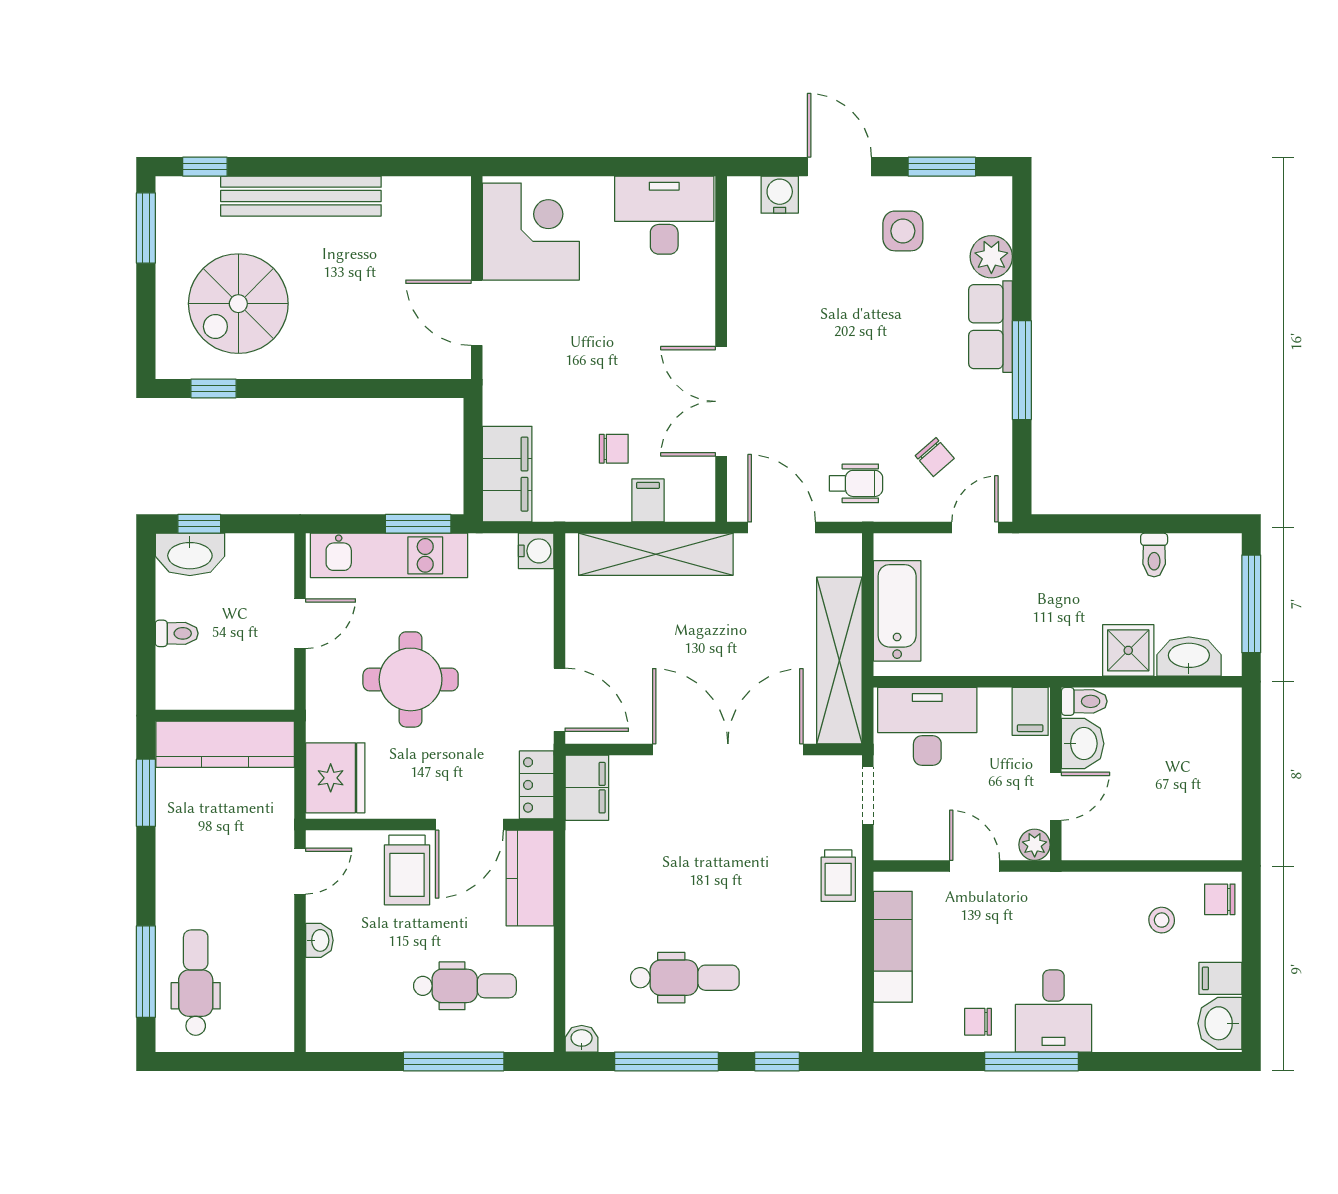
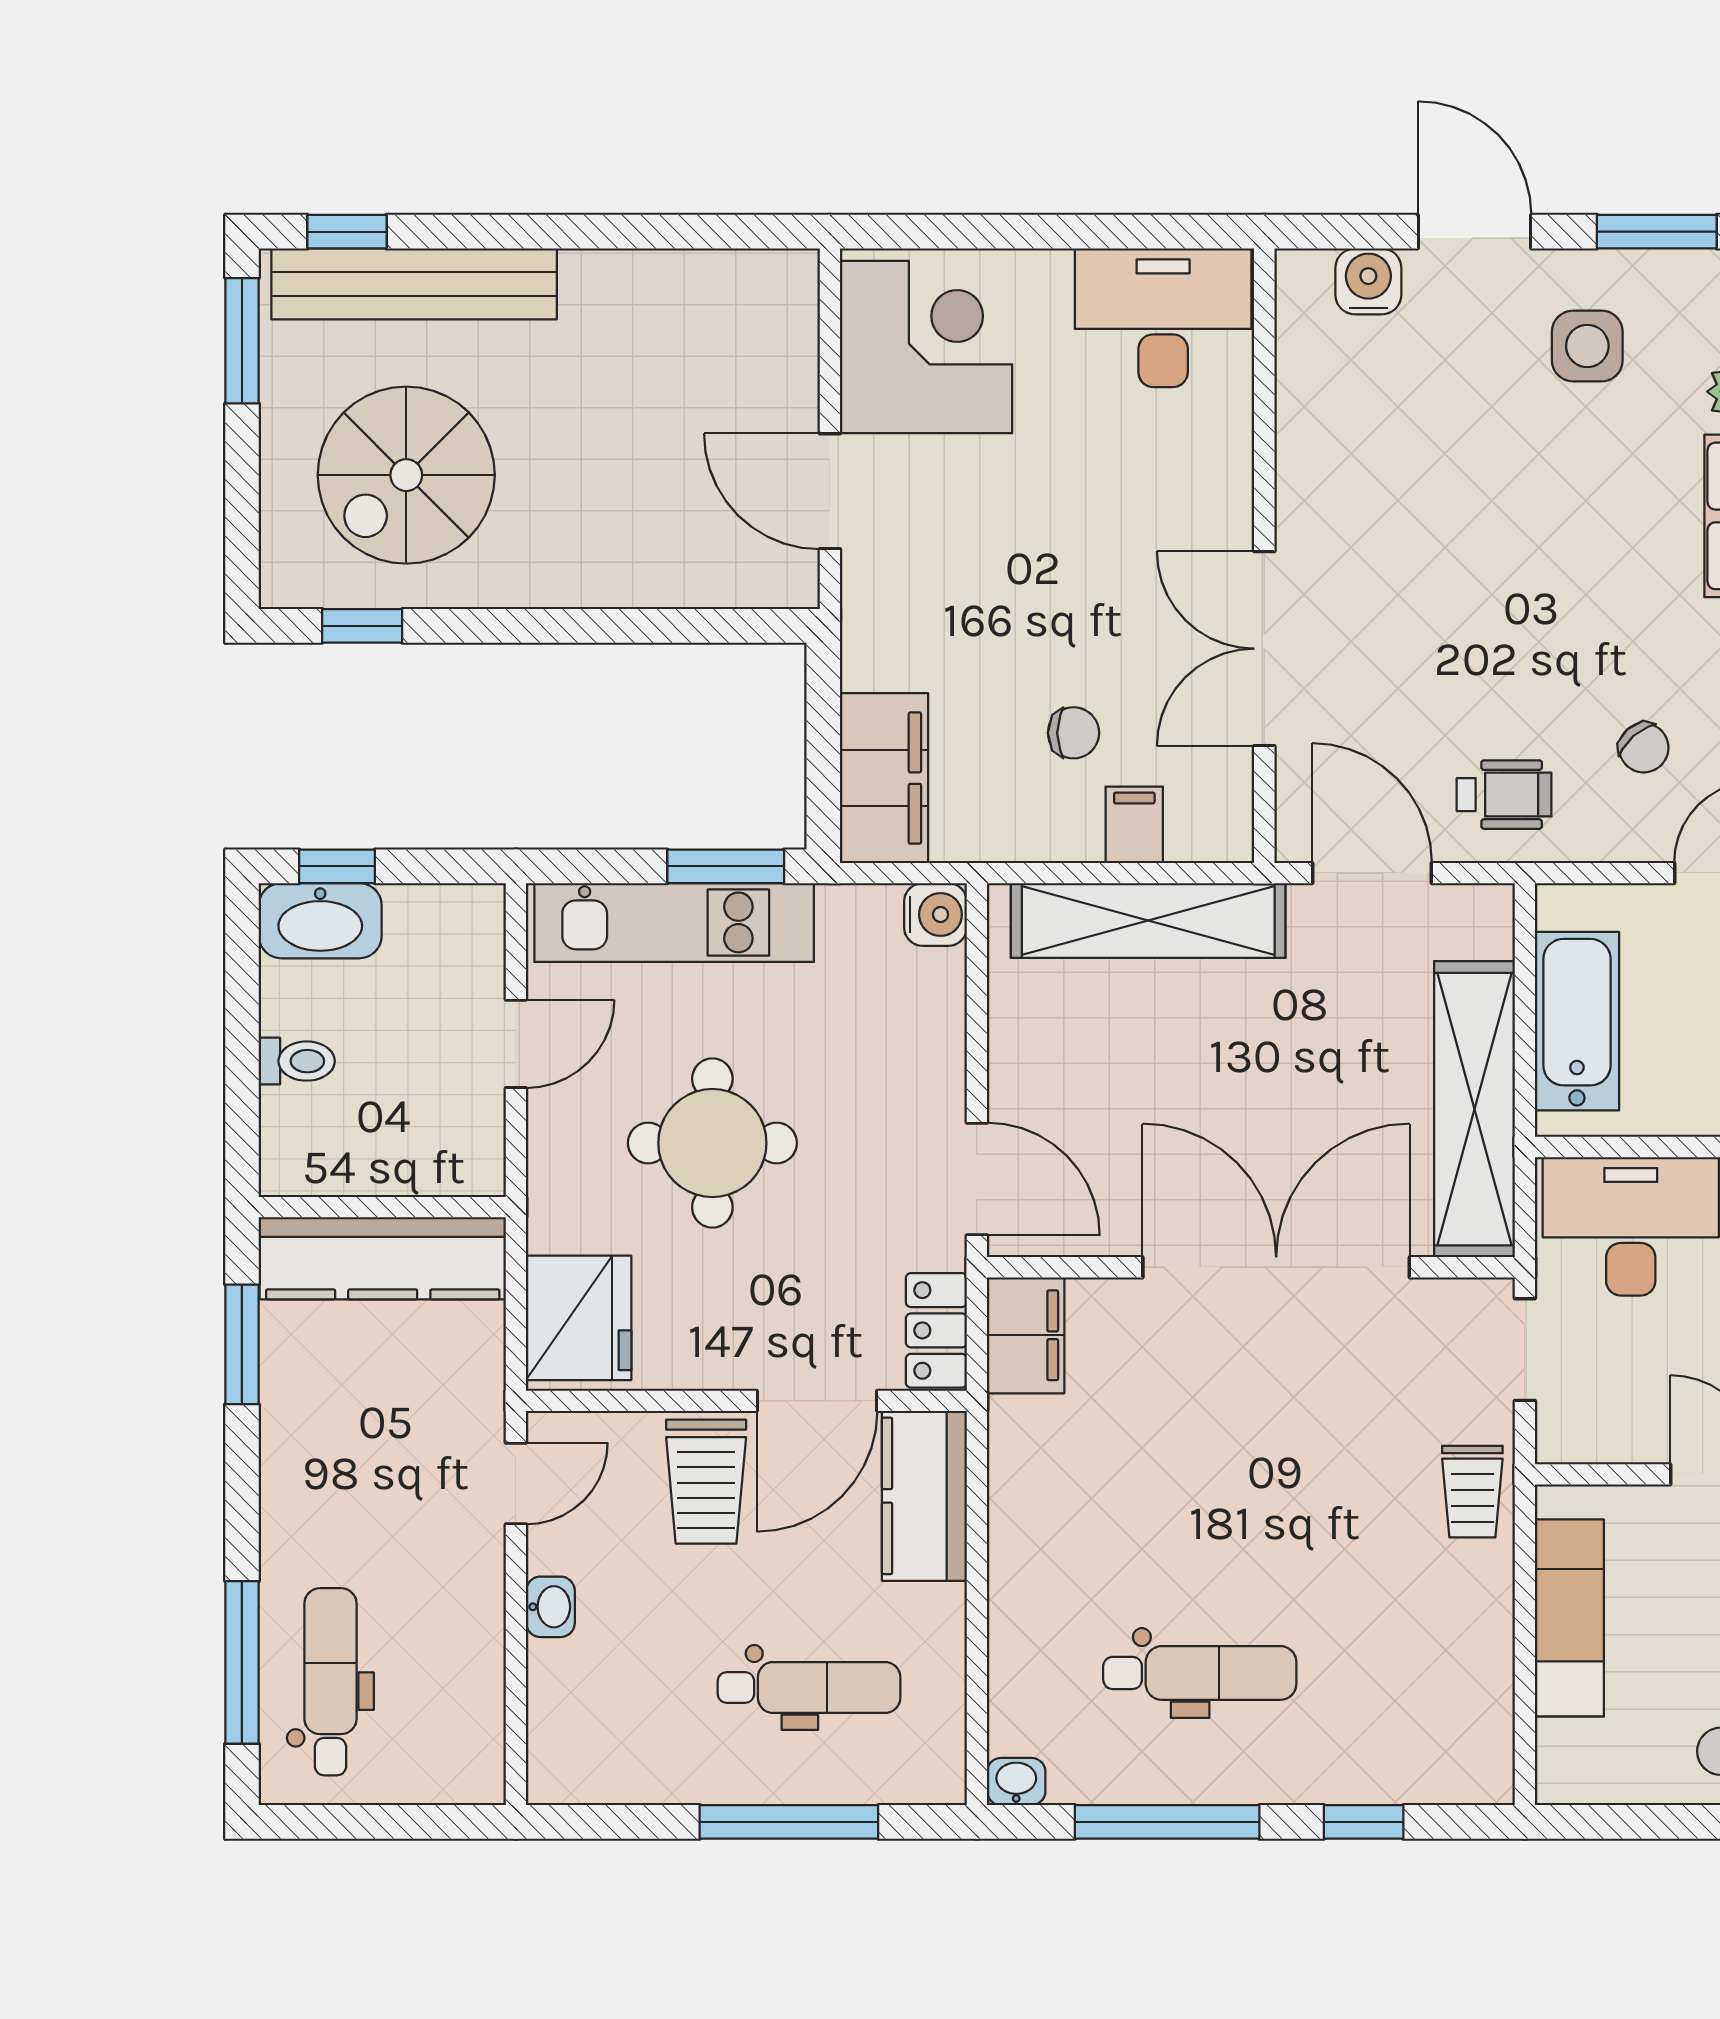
bench: (301, 196) -> (414, 284), moved

